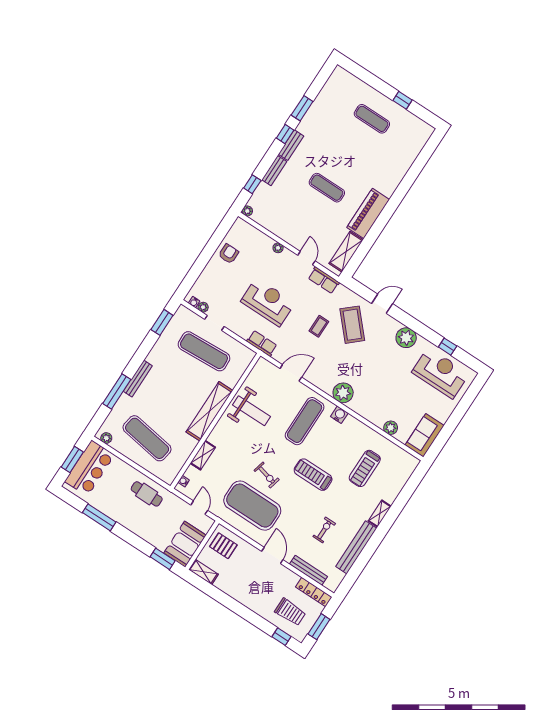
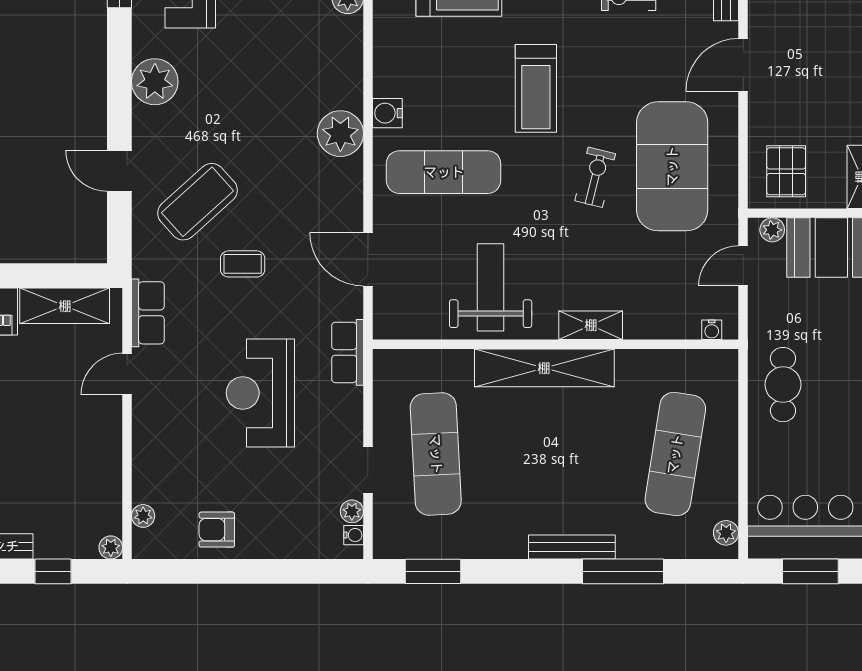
plant: (278, 248) -> (143, 516), moved
shelving: (203, 455) -> (591, 325), moved
plant: (205, 527) -> (772, 230), added

